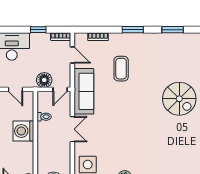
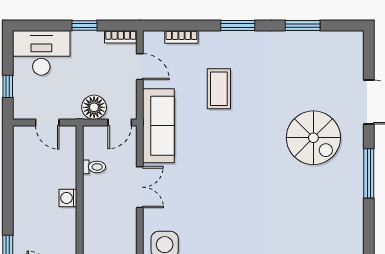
washing machine: (23, 131) -> (68, 198), width x0.53, depth x0.53

